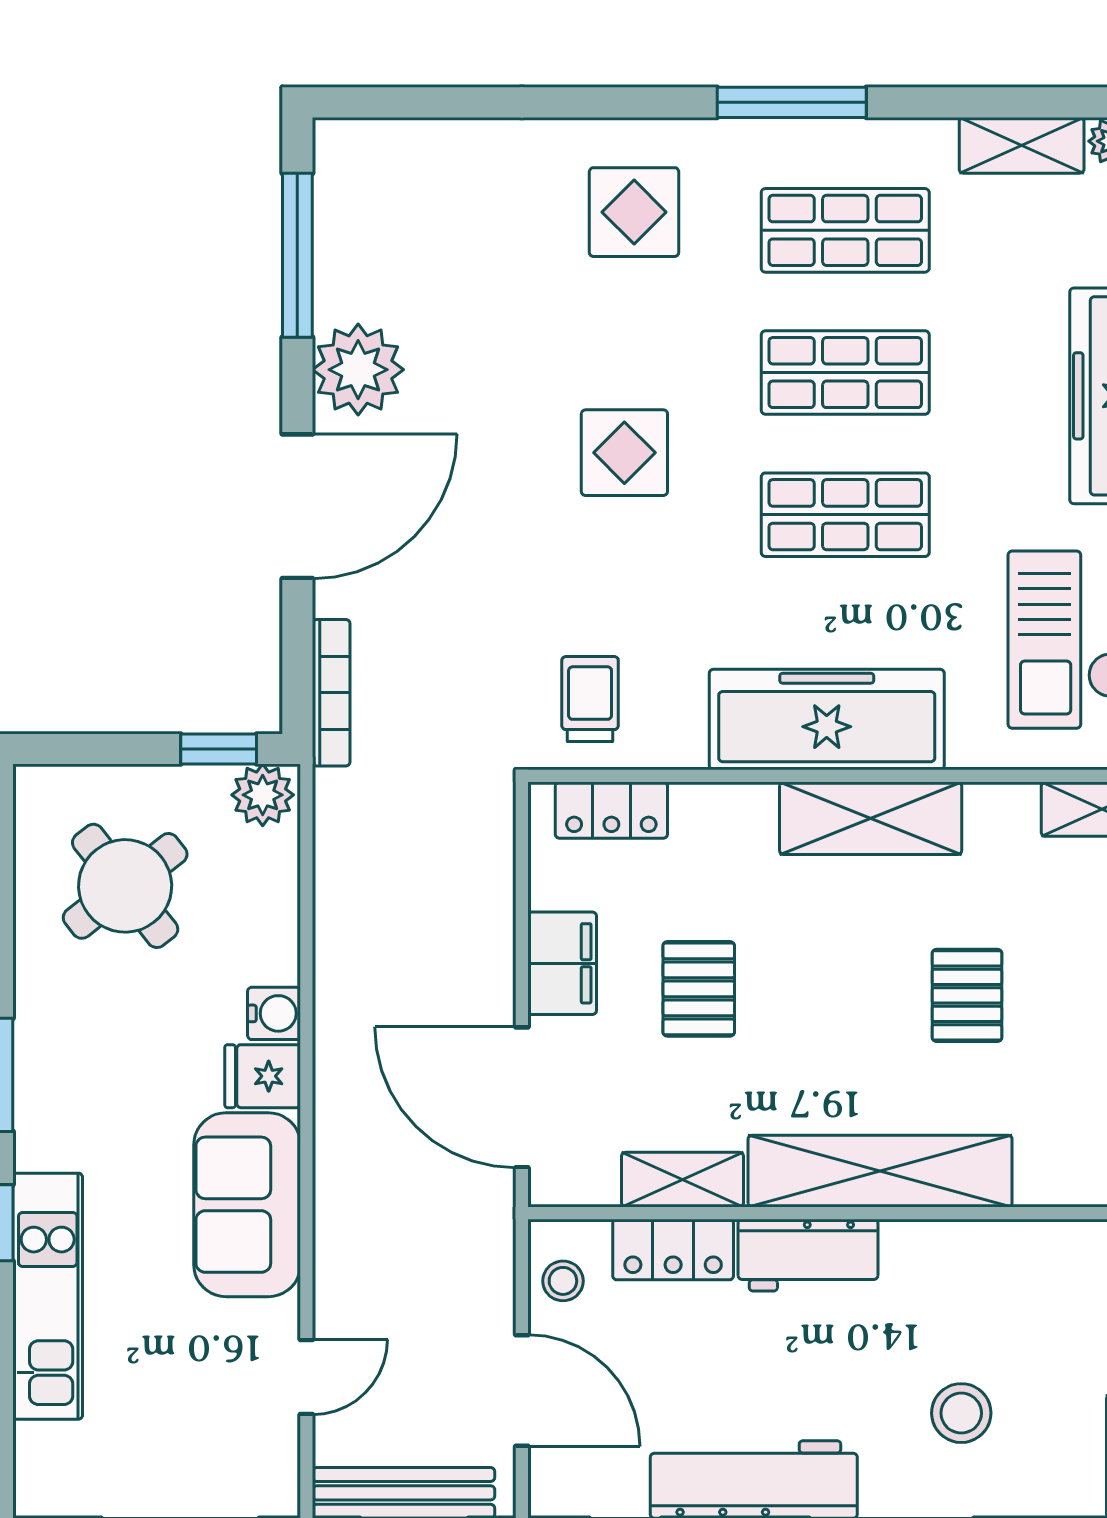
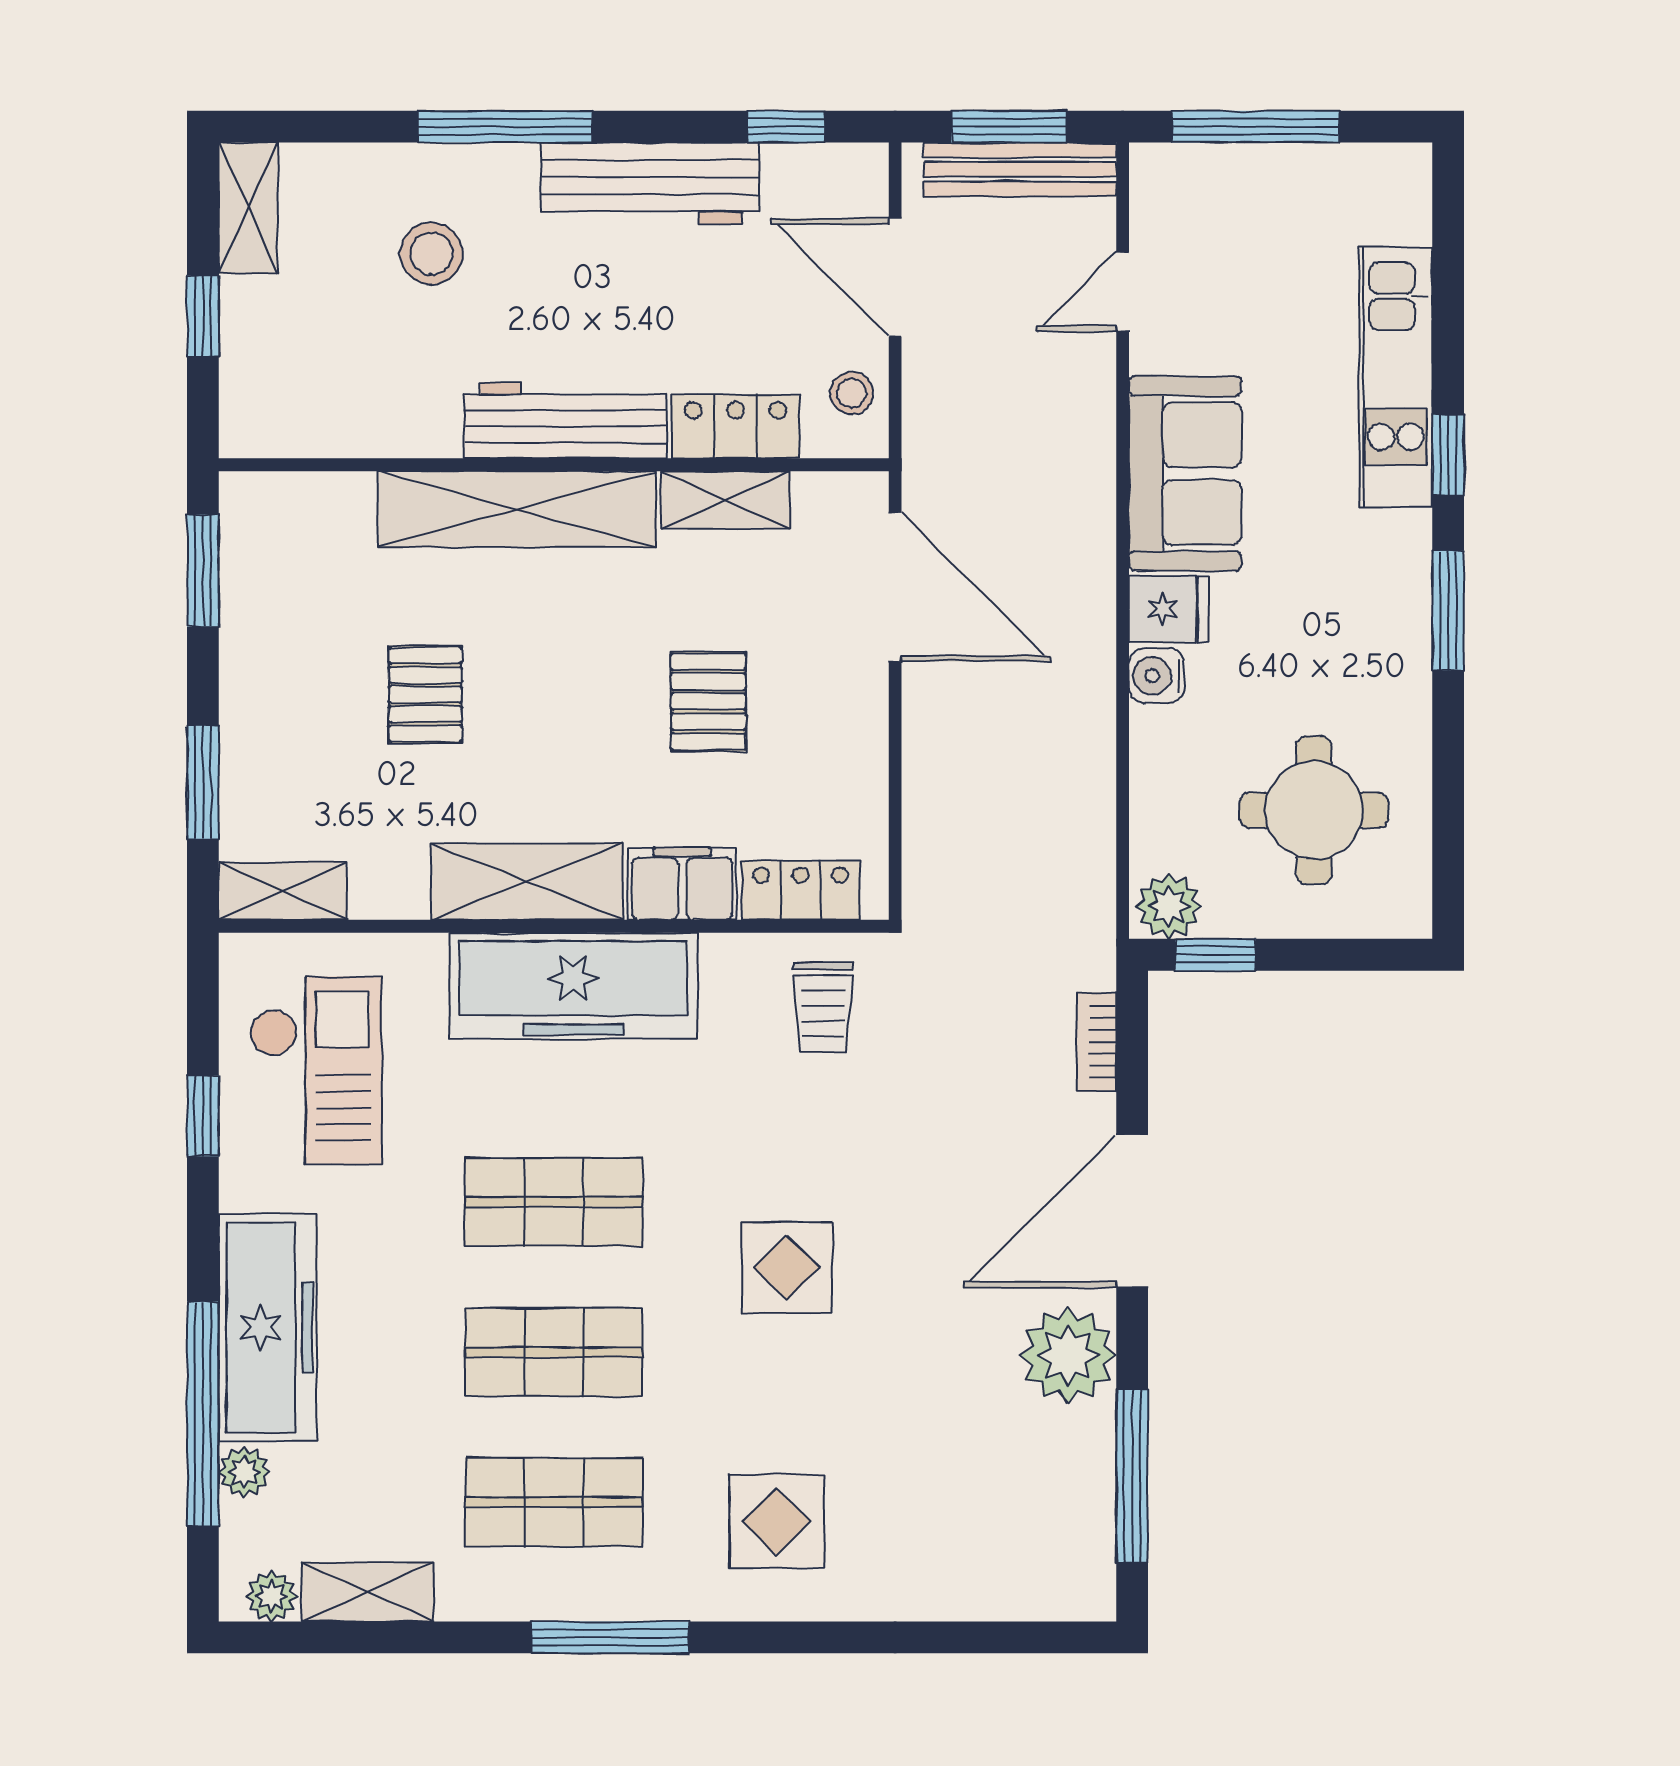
bookcase: (331, 693) -> (1096, 1042), width x0.64
round table: (125, 886) -> (1314, 810), turned 38
filing cabinet: (562, 963) -> (682, 884), moved, turned 90
workbench: (808, 1255) -> (565, 420), width x1.38

